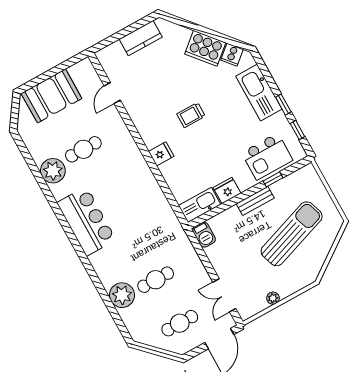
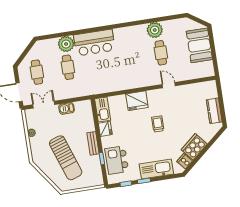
door: (112, 93) -> (169, 85), moved
fridge: (161, 154) -> (137, 101), width x1.88, depth x1.34
bar counter: (86, 221) -> (94, 43), moved
barbecue: (204, 235) -> (67, 108), moved

